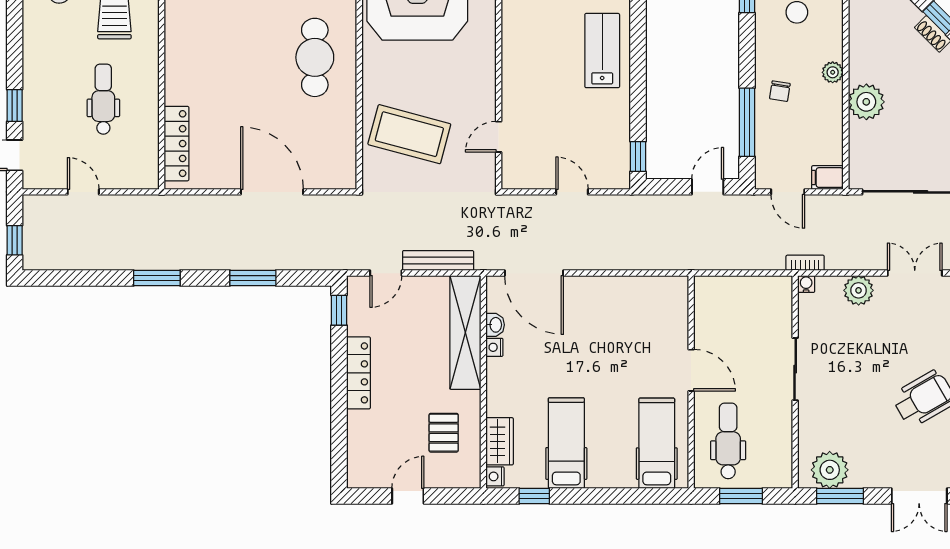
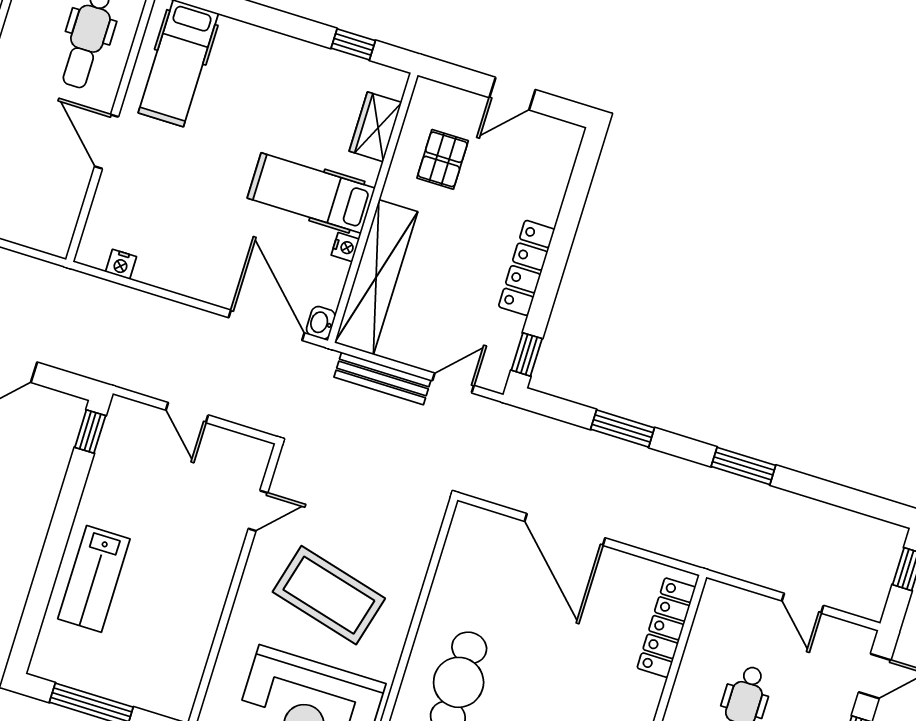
coffee table: (409, 134) -> (329, 595), moved
washbasin: (495, 325) -> (321, 323), moved
hospital bed: (566, 443) -> (311, 193), moved, turned 90
nightstand: (495, 476) -> (121, 264), moved, turned 90

